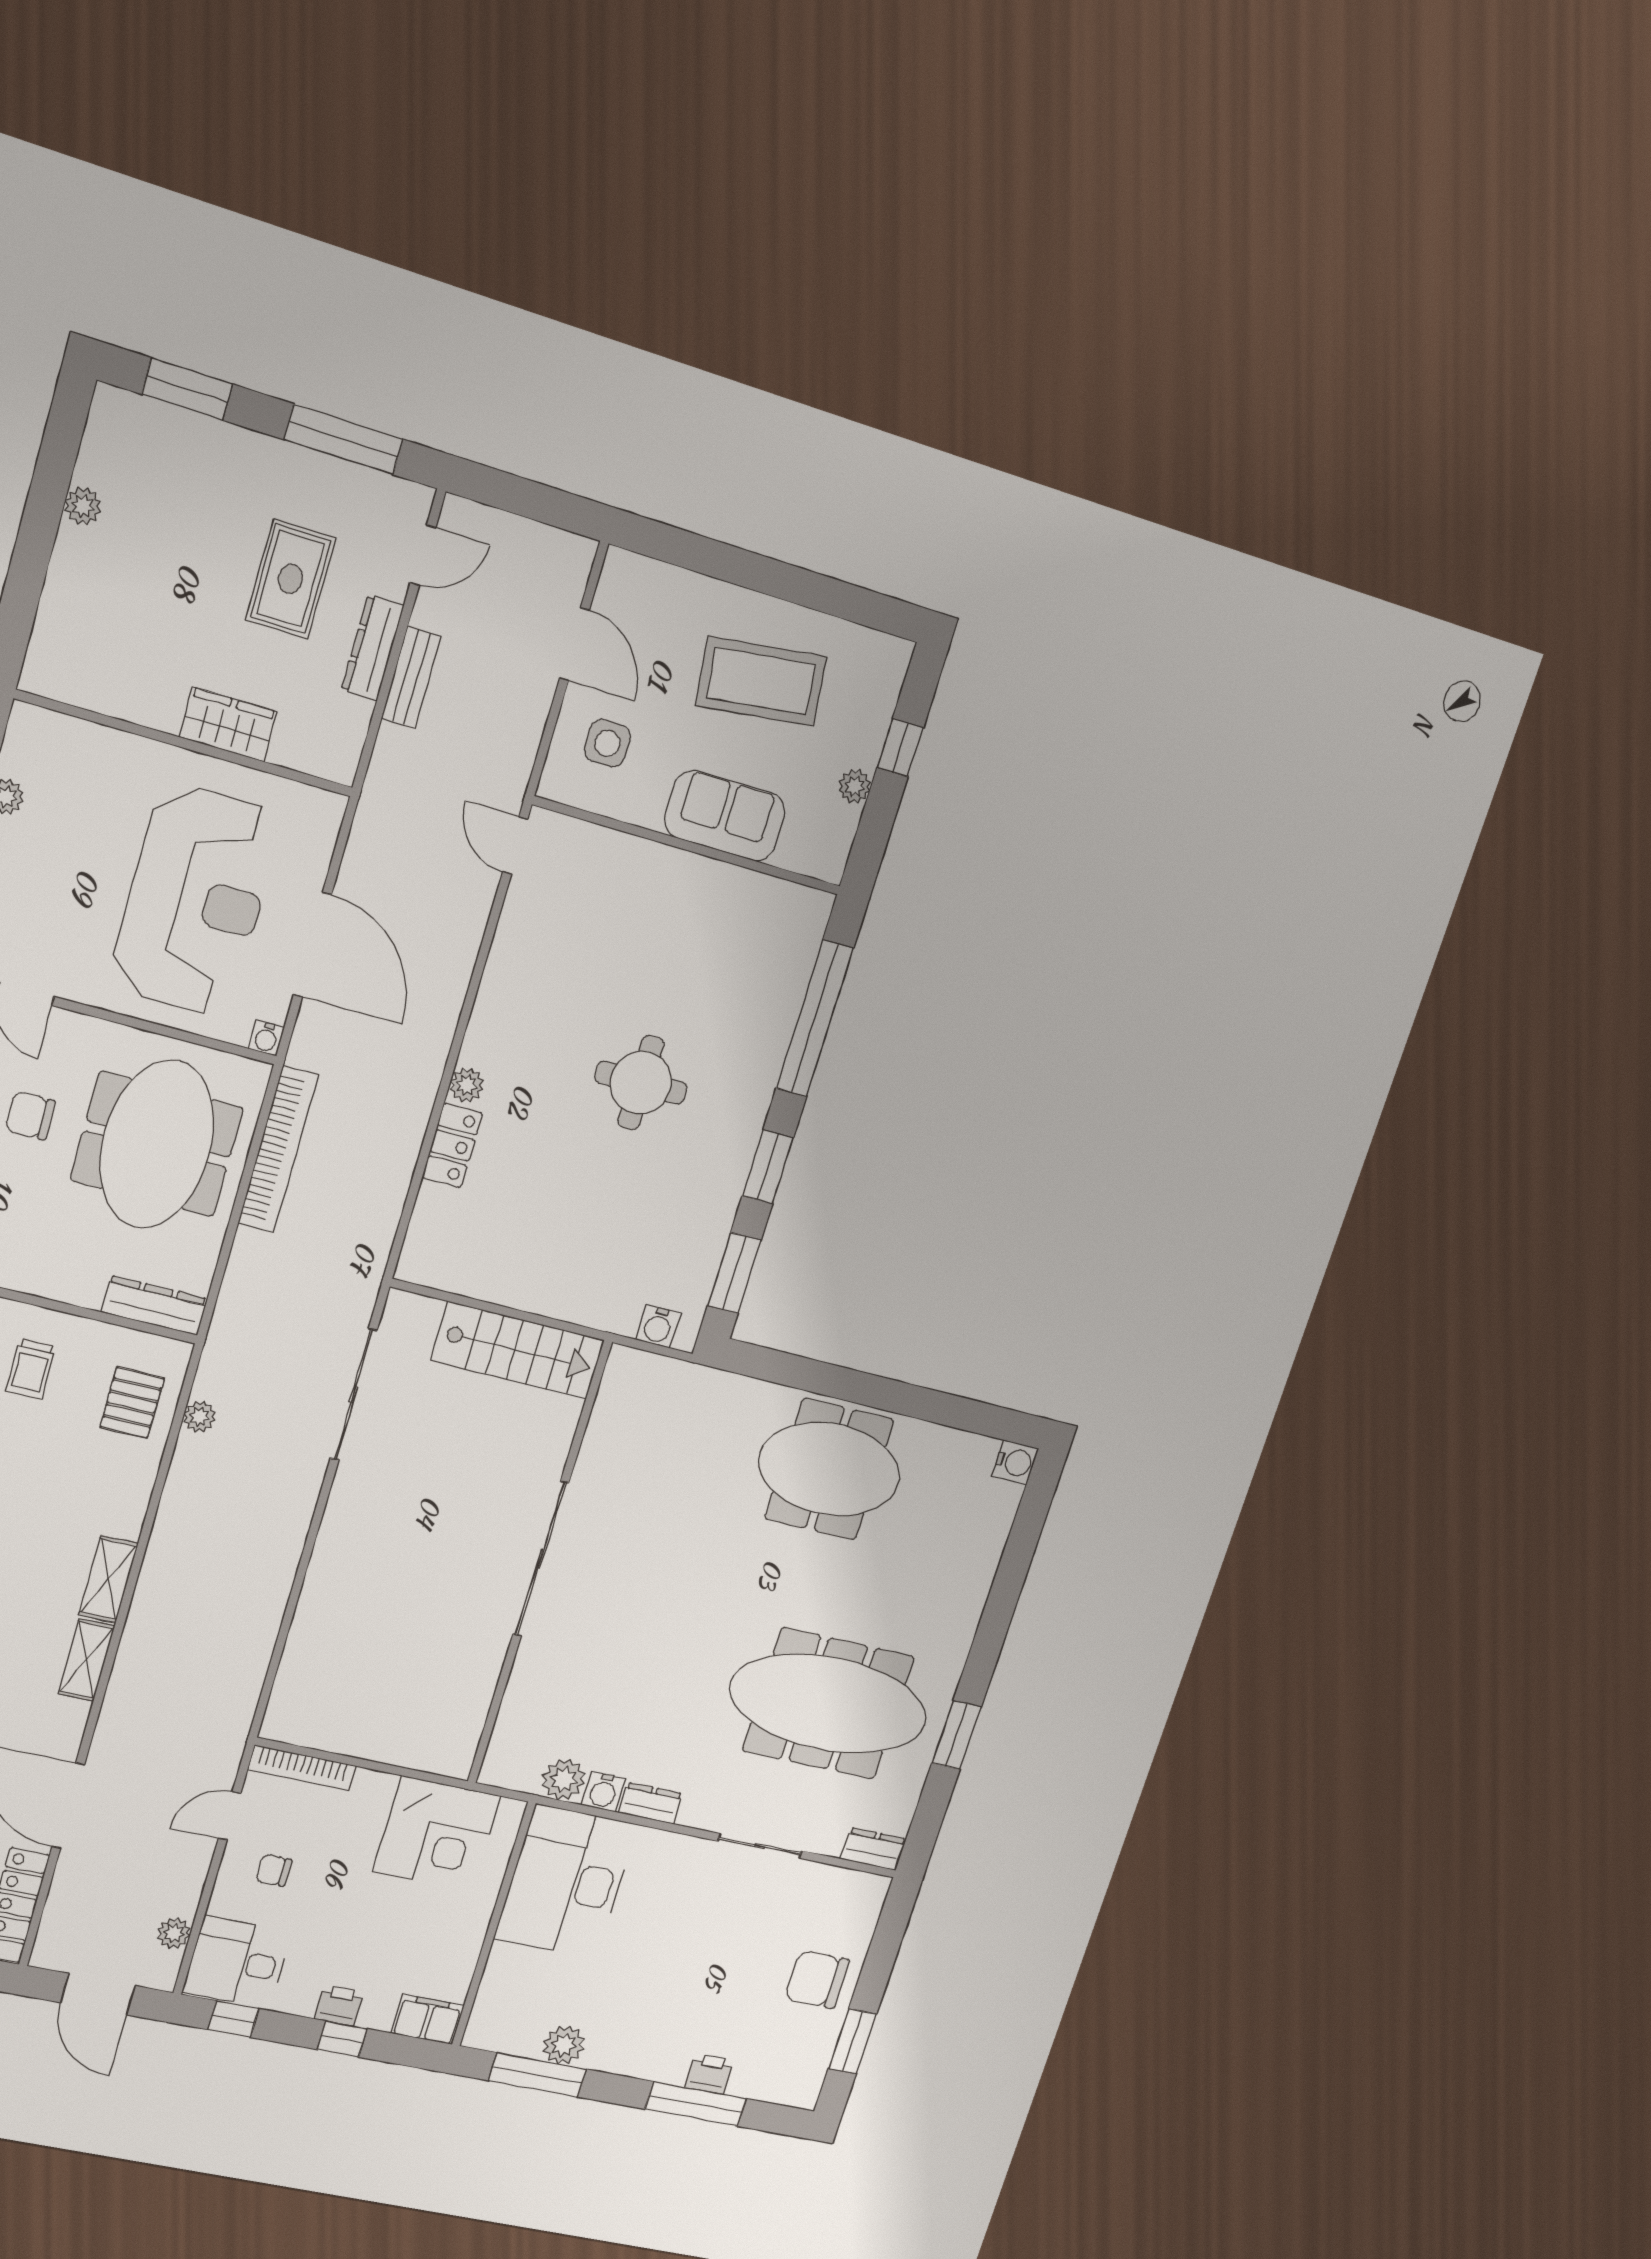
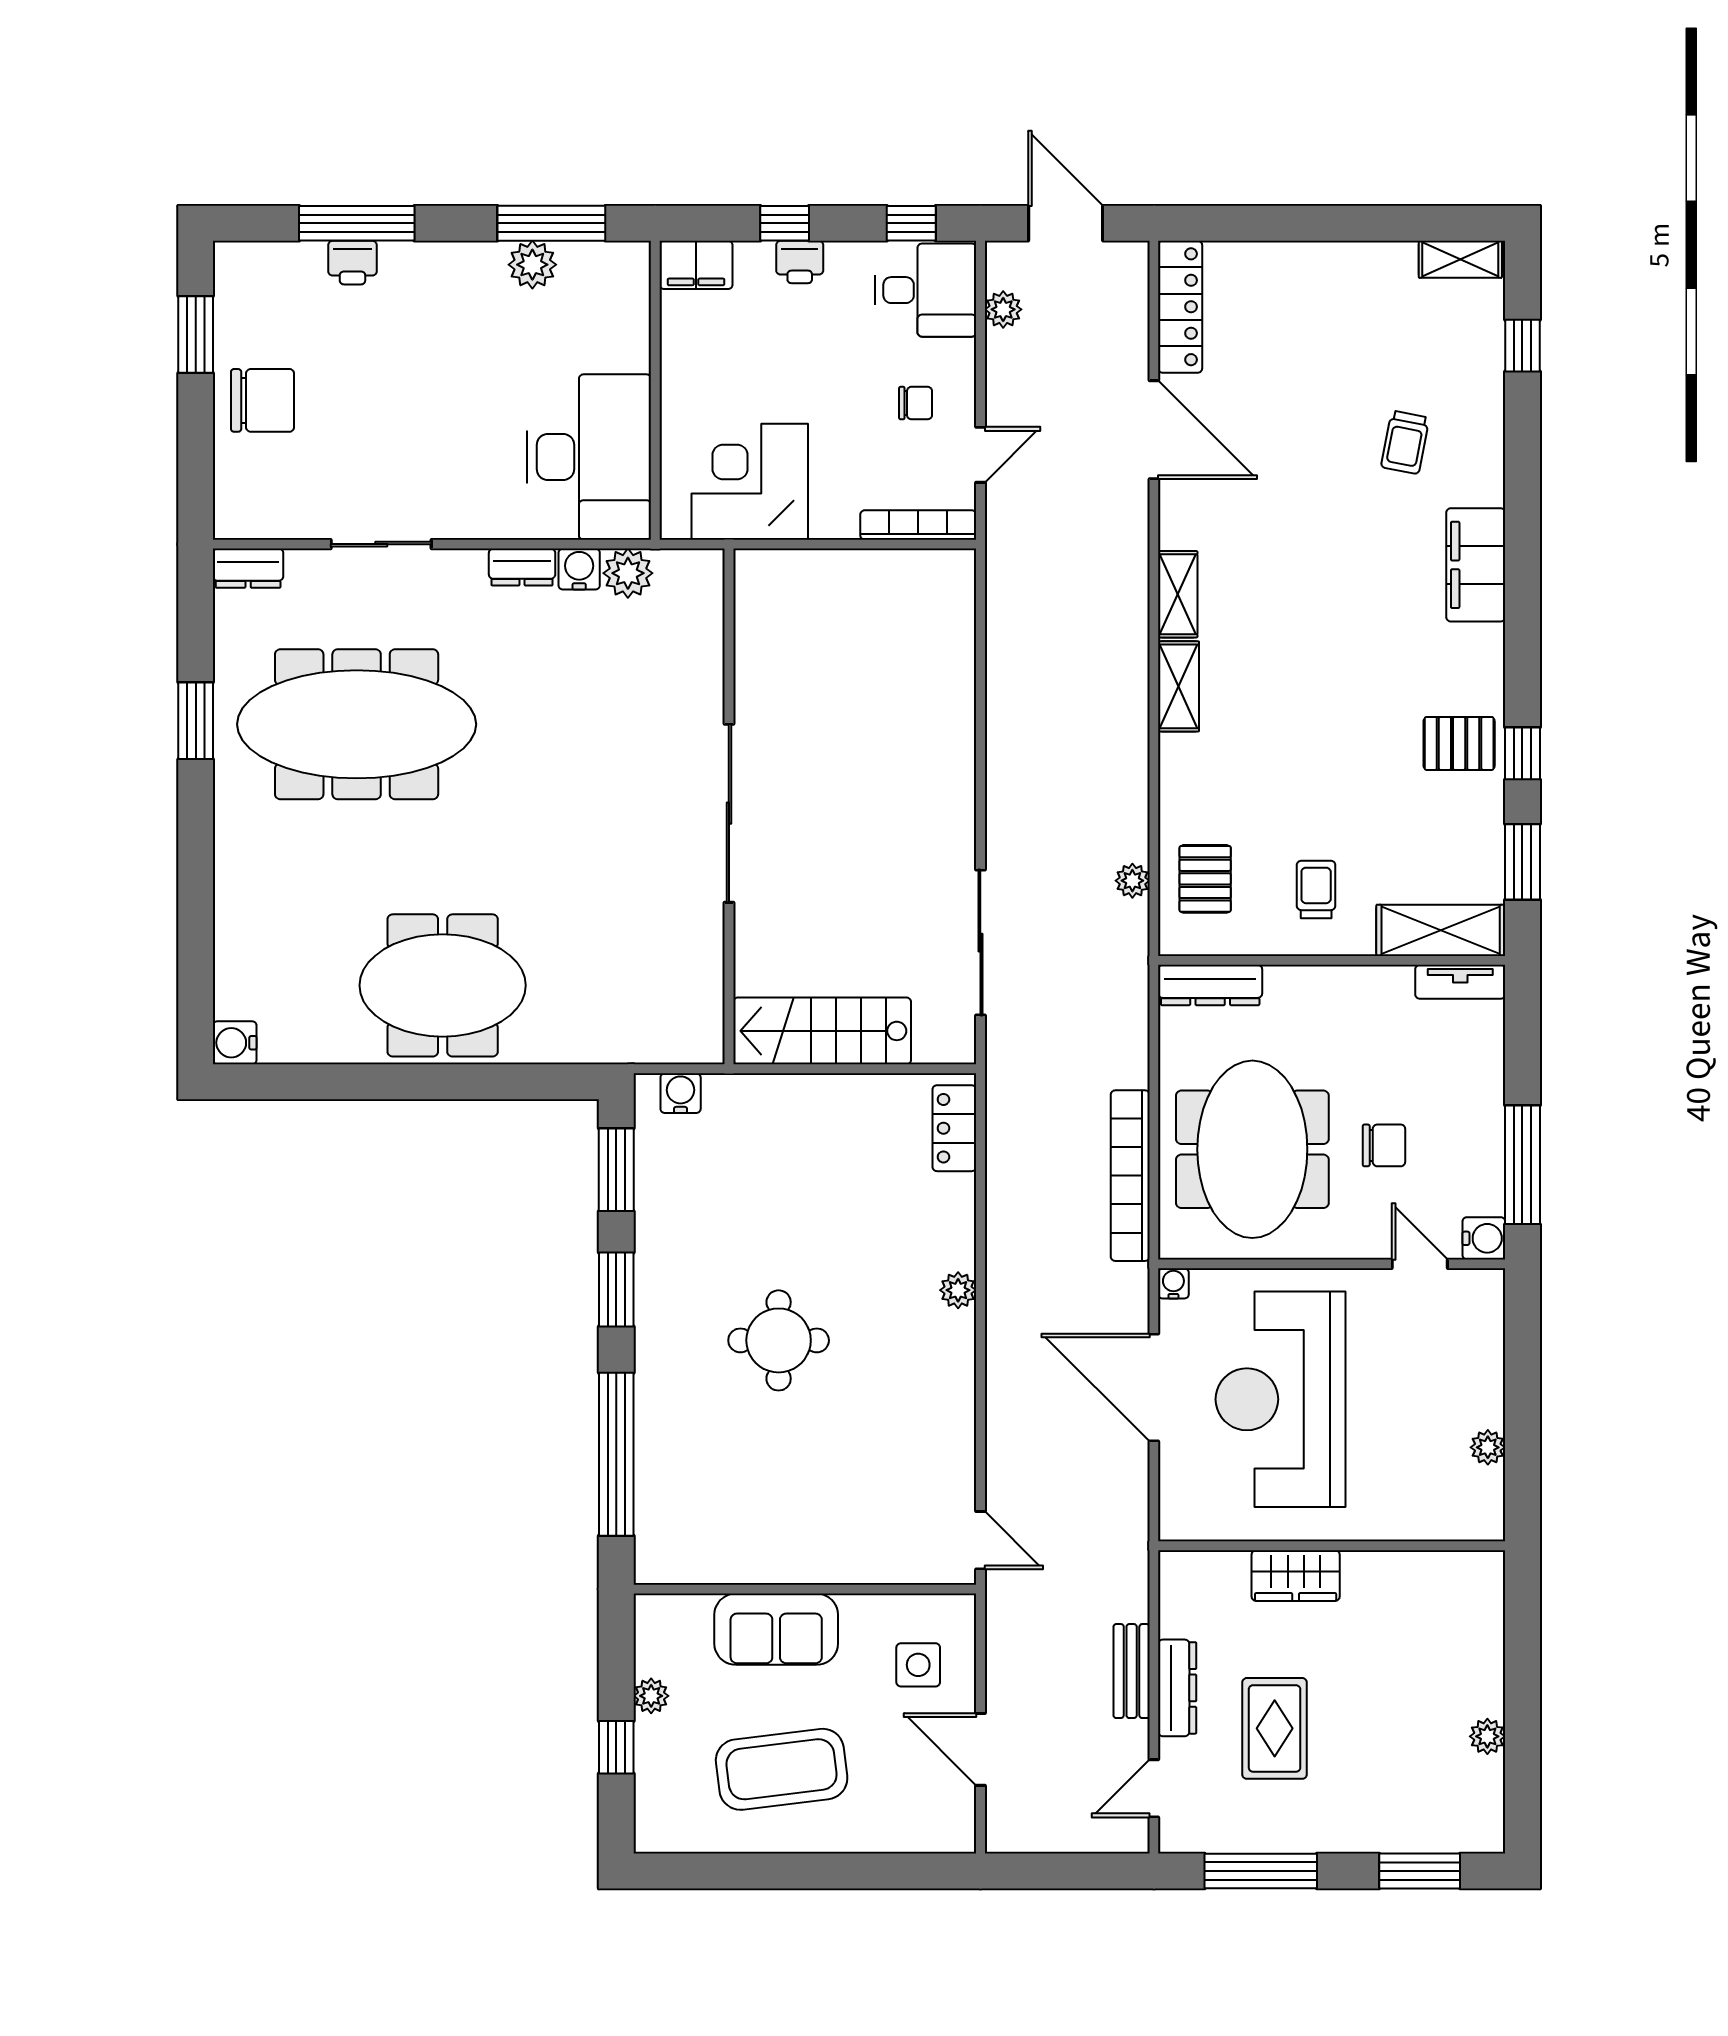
locker: (452, 1145) -> (954, 1128), moved

